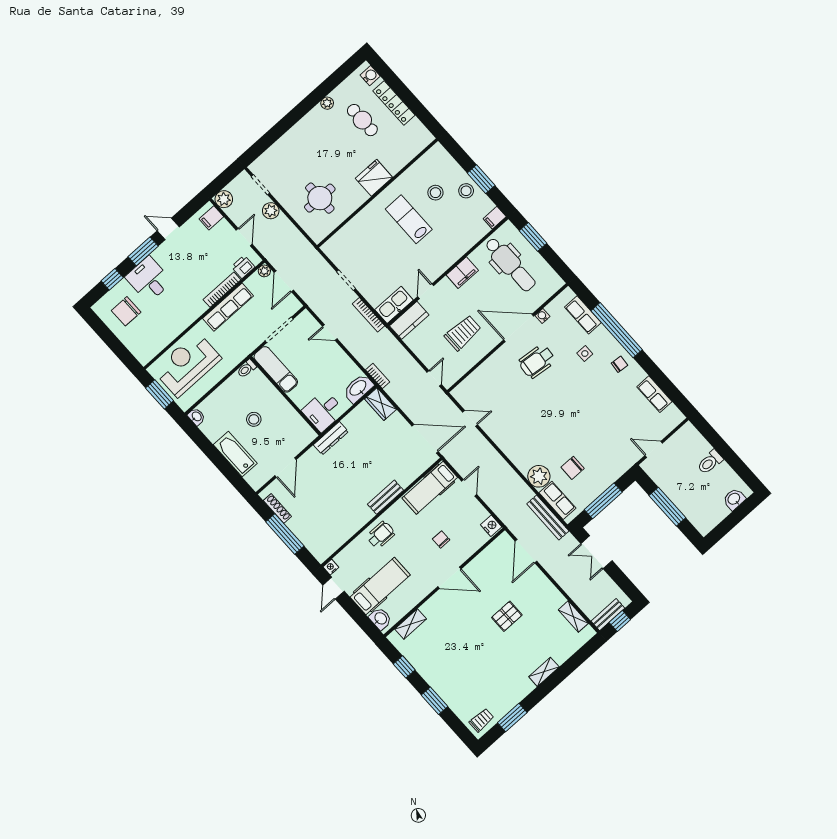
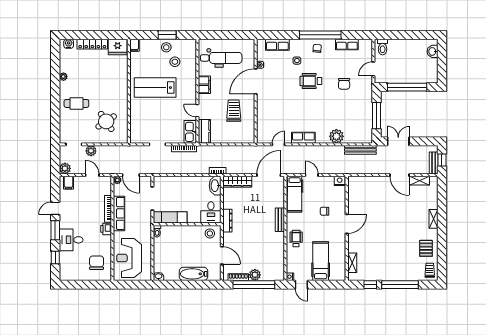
cafe table: (362, 120) -> (76, 103), moved
fridge: (374, 178) -> (118, 47), moved, turned -90
stool: (435, 193) -> (175, 62), moved
round table: (320, 198) -> (106, 121), turned -34
filing cabinet: (495, 218) -> (134, 45), moved
lab bench: (409, 219) -> (155, 88), width x1.36, depth x1.39
window: (533, 237) -> (218, 35), removed
printer: (243, 267) -> (106, 229), moved
chair: (126, 311) -> (97, 263), moved, turned 180
window: (617, 330) -> (320, 35), moved
door: (330, 333) -> (176, 175), removed
wheelchair: (537, 361) -> (311, 81), moved, turned 84
door: (434, 378) -> (243, 144), removed
window: (160, 394) -> (132, 285), removed
wardrobe: (380, 404) -> (237, 182), width x1.50
stool: (254, 419) -> (210, 233), moved
toilet: (710, 462) -> (383, 47), moved
chair: (573, 468) -> (344, 84), moved
row of seats: (557, 500) -> (303, 138), moved
window: (667, 507) -> (407, 87), width x1.46
plant: (297, 525) -> (255, 275), added
window: (285, 534) -> (254, 285), width x1.46
door: (526, 551) -> (400, 175), moved
double door: (596, 552) -> (398, 141), swing flipped
pallet: (507, 616) -> (426, 248), moved
washbasin: (380, 619) -> (337, 275), removed
window: (434, 701) -> (400, 285), width x2.11
window: (512, 718) -> (442, 254), removed

